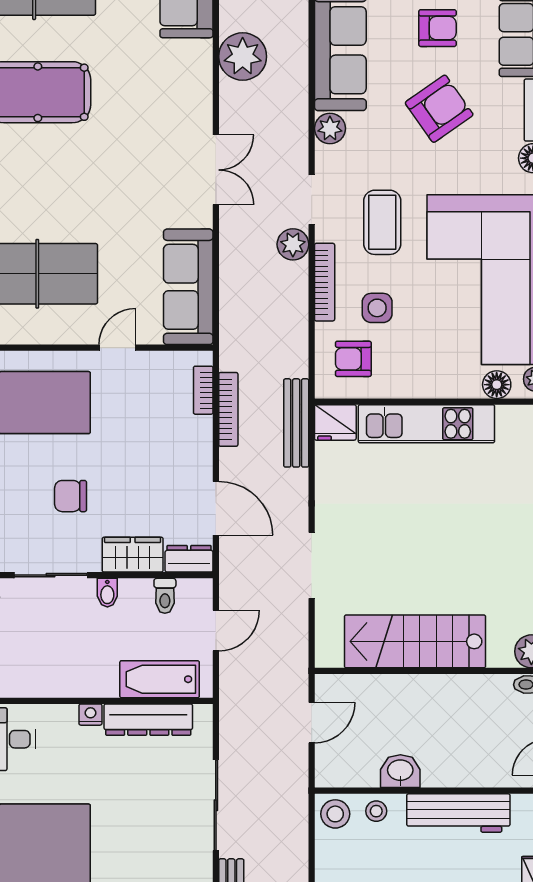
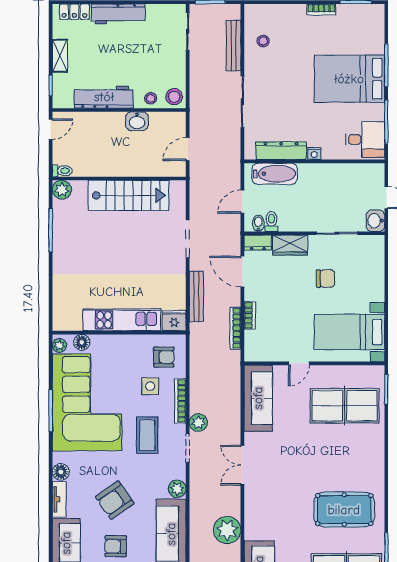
bookcase: (203, 390) -> (250, 315), moved
bench: (296, 423) -> (196, 297), moved
bidet: (107, 593) -> (258, 223), moved

